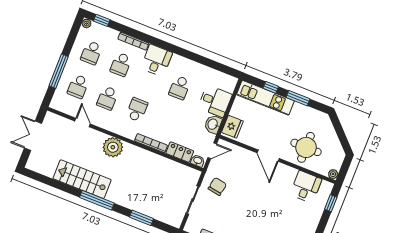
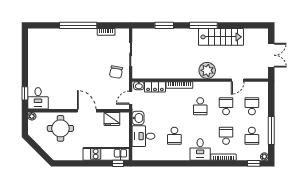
school desk: (91, 53) -> (252, 136), turned 180
window: (59, 71) -> (271, 130), moved
window: (271, 87) -> (118, 163), moved
school desk: (180, 88) -> (174, 136), turned 180
window: (298, 98) -> (81, 163), removed
door: (83, 122) -> (238, 80), hinge flipped
fridge: (232, 127) -> (112, 119), moved, turned -90
desk: (306, 187) -> (38, 98), moved

